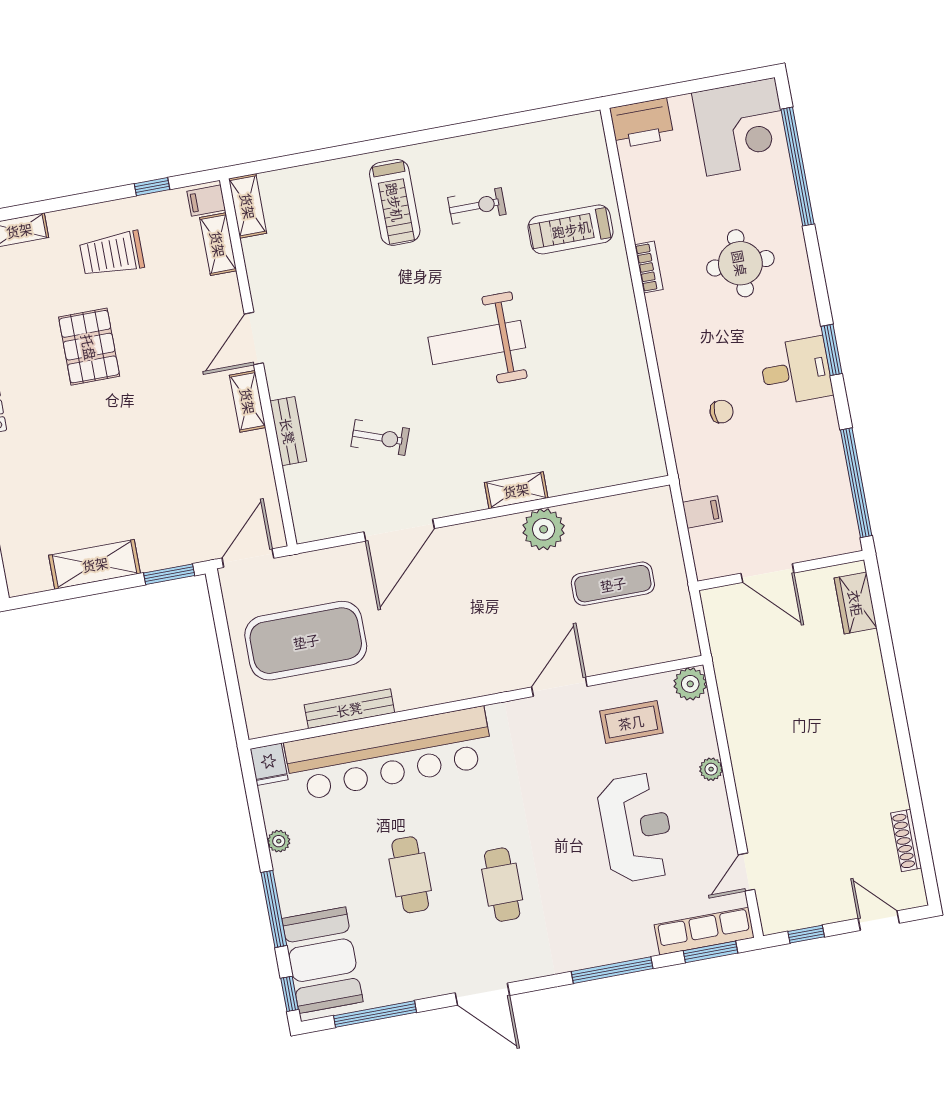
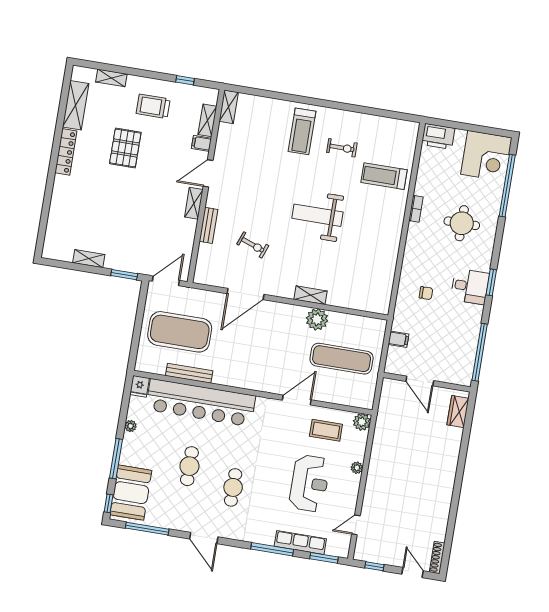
filing cabinet: (206, 201) -> (202, 143), moved
shelving: (95, 564) -> (89, 259), width x0.67, depth x0.75
exercise mat: (613, 584) -> (342, 359), width x1.36, depth x1.45
shoe rack: (906, 841) -> (437, 557), moved
row of seats: (704, 931) -> (300, 543), moved

